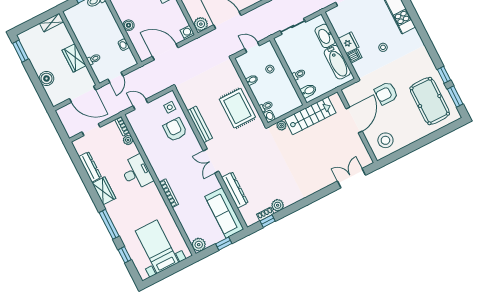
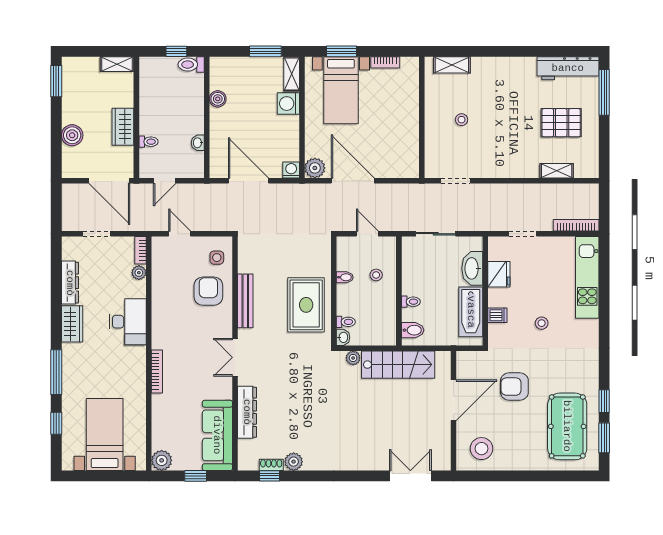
boiler: (129, 25) -> (218, 99), moved
fridge: (349, 43) -> (499, 274), moved

